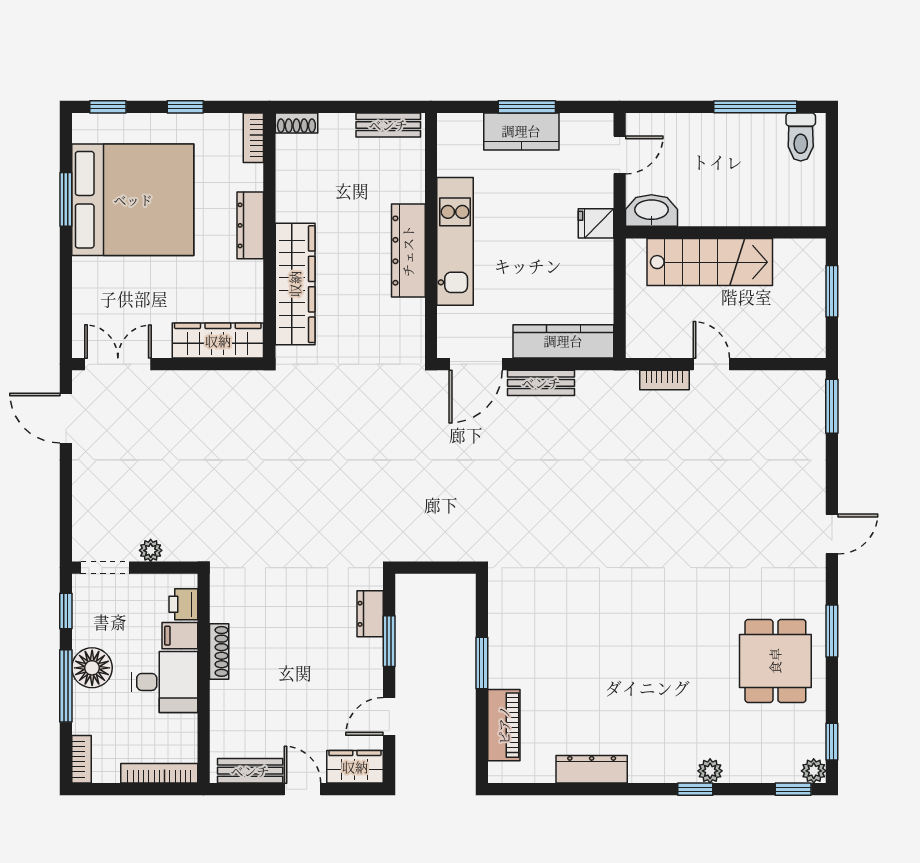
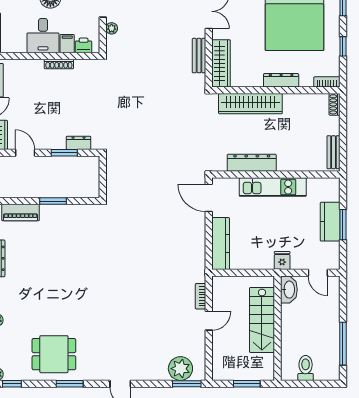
toilet: (801, 137) -> (306, 368), moved, turned 90
dresser: (408, 251) -> (252, 163), moved
bench: (541, 383) -> (199, 56), moved
plant: (803, 418) -> (180, 369), added

